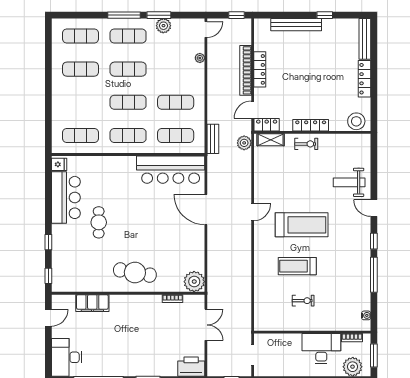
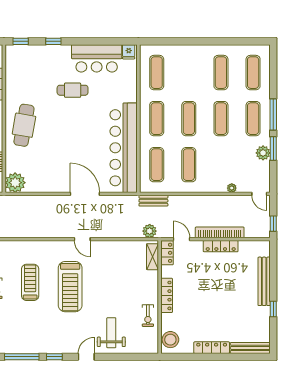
exercise bike: (306, 144) -> (148, 316), moved
bar counter: (171, 170) -> (124, 148), width x1.36
door: (206, 210) -> (85, 194), hinge flipped

